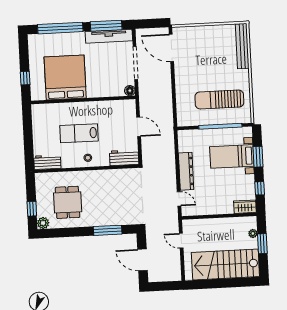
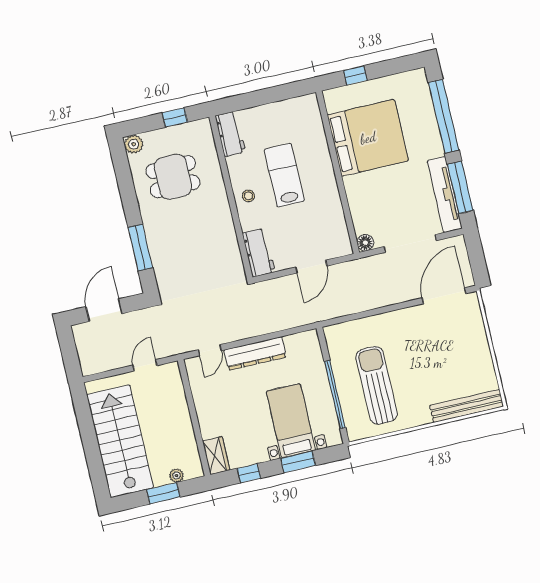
window: (32, 209) -> (175, 117), moved

